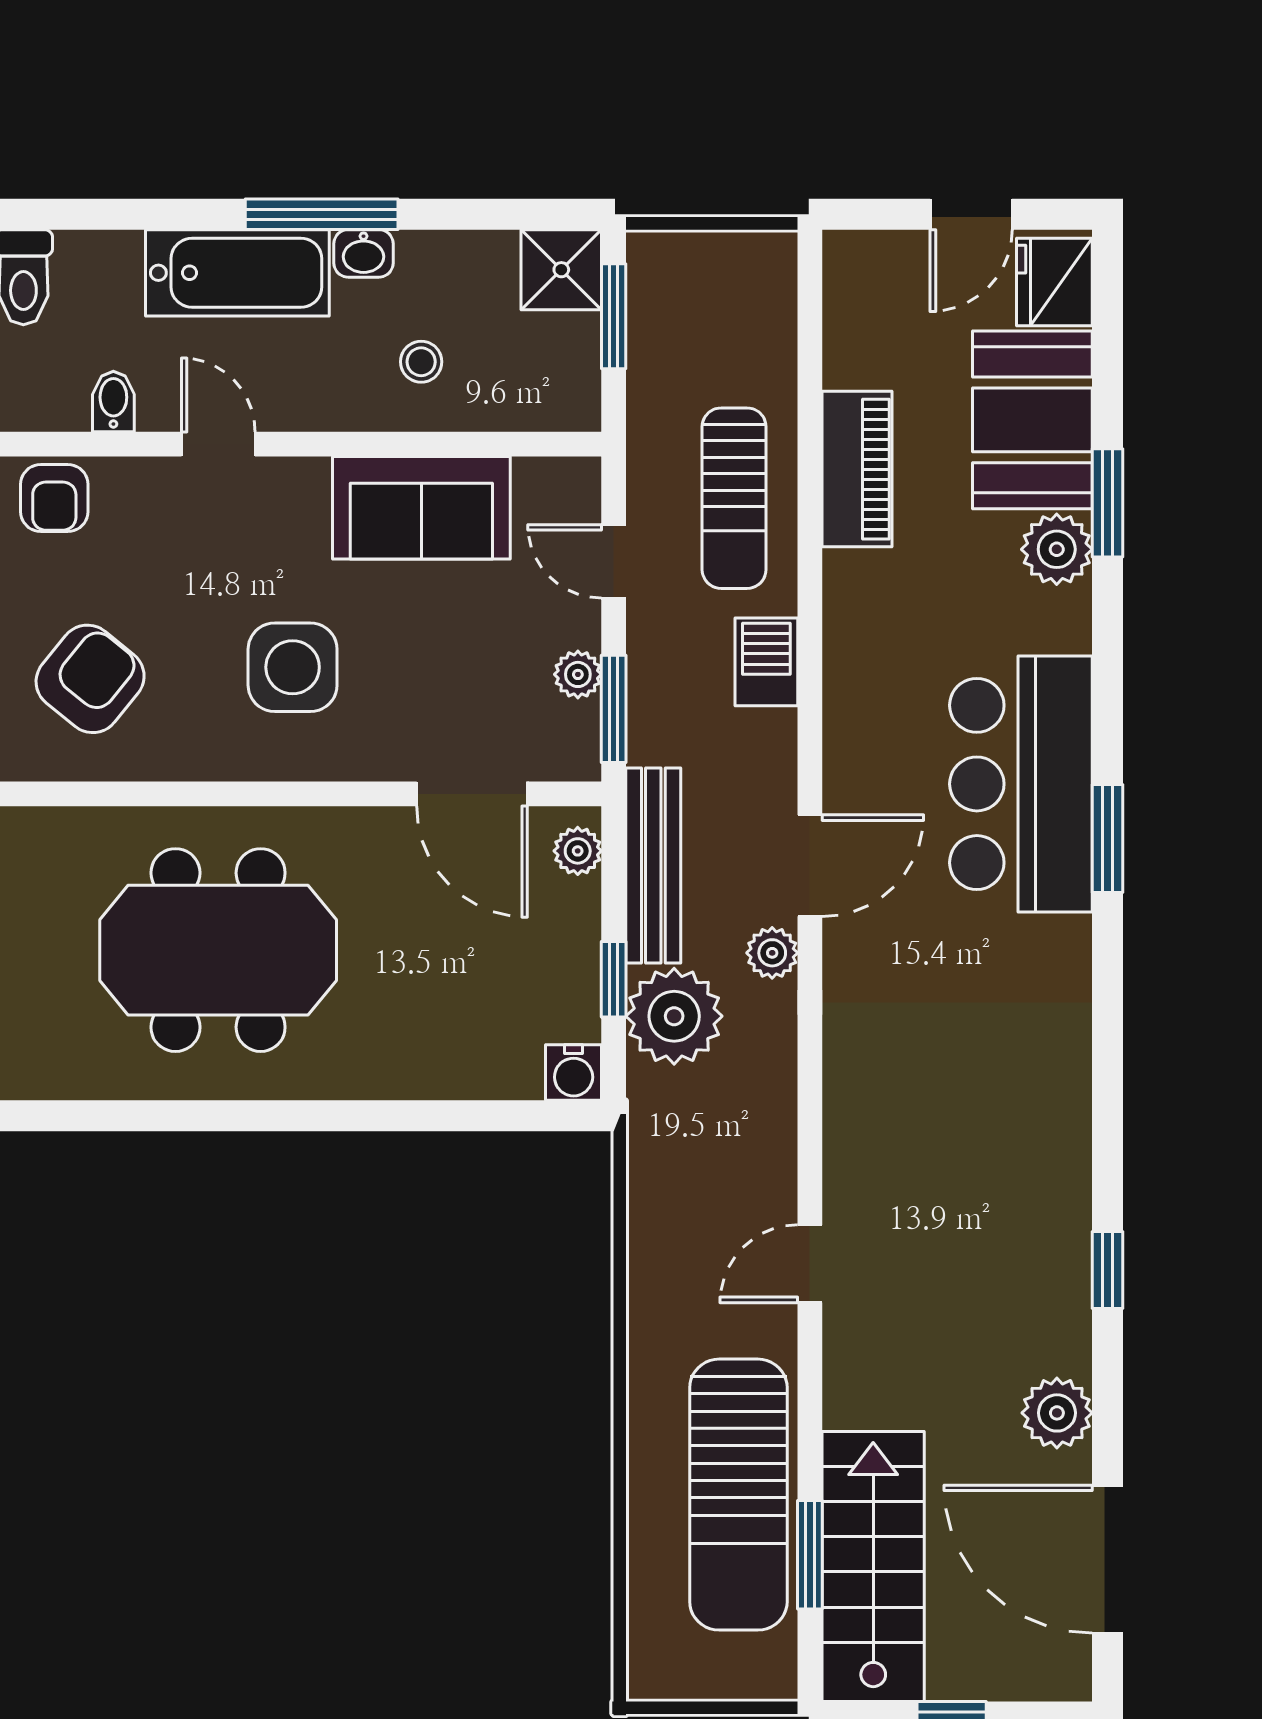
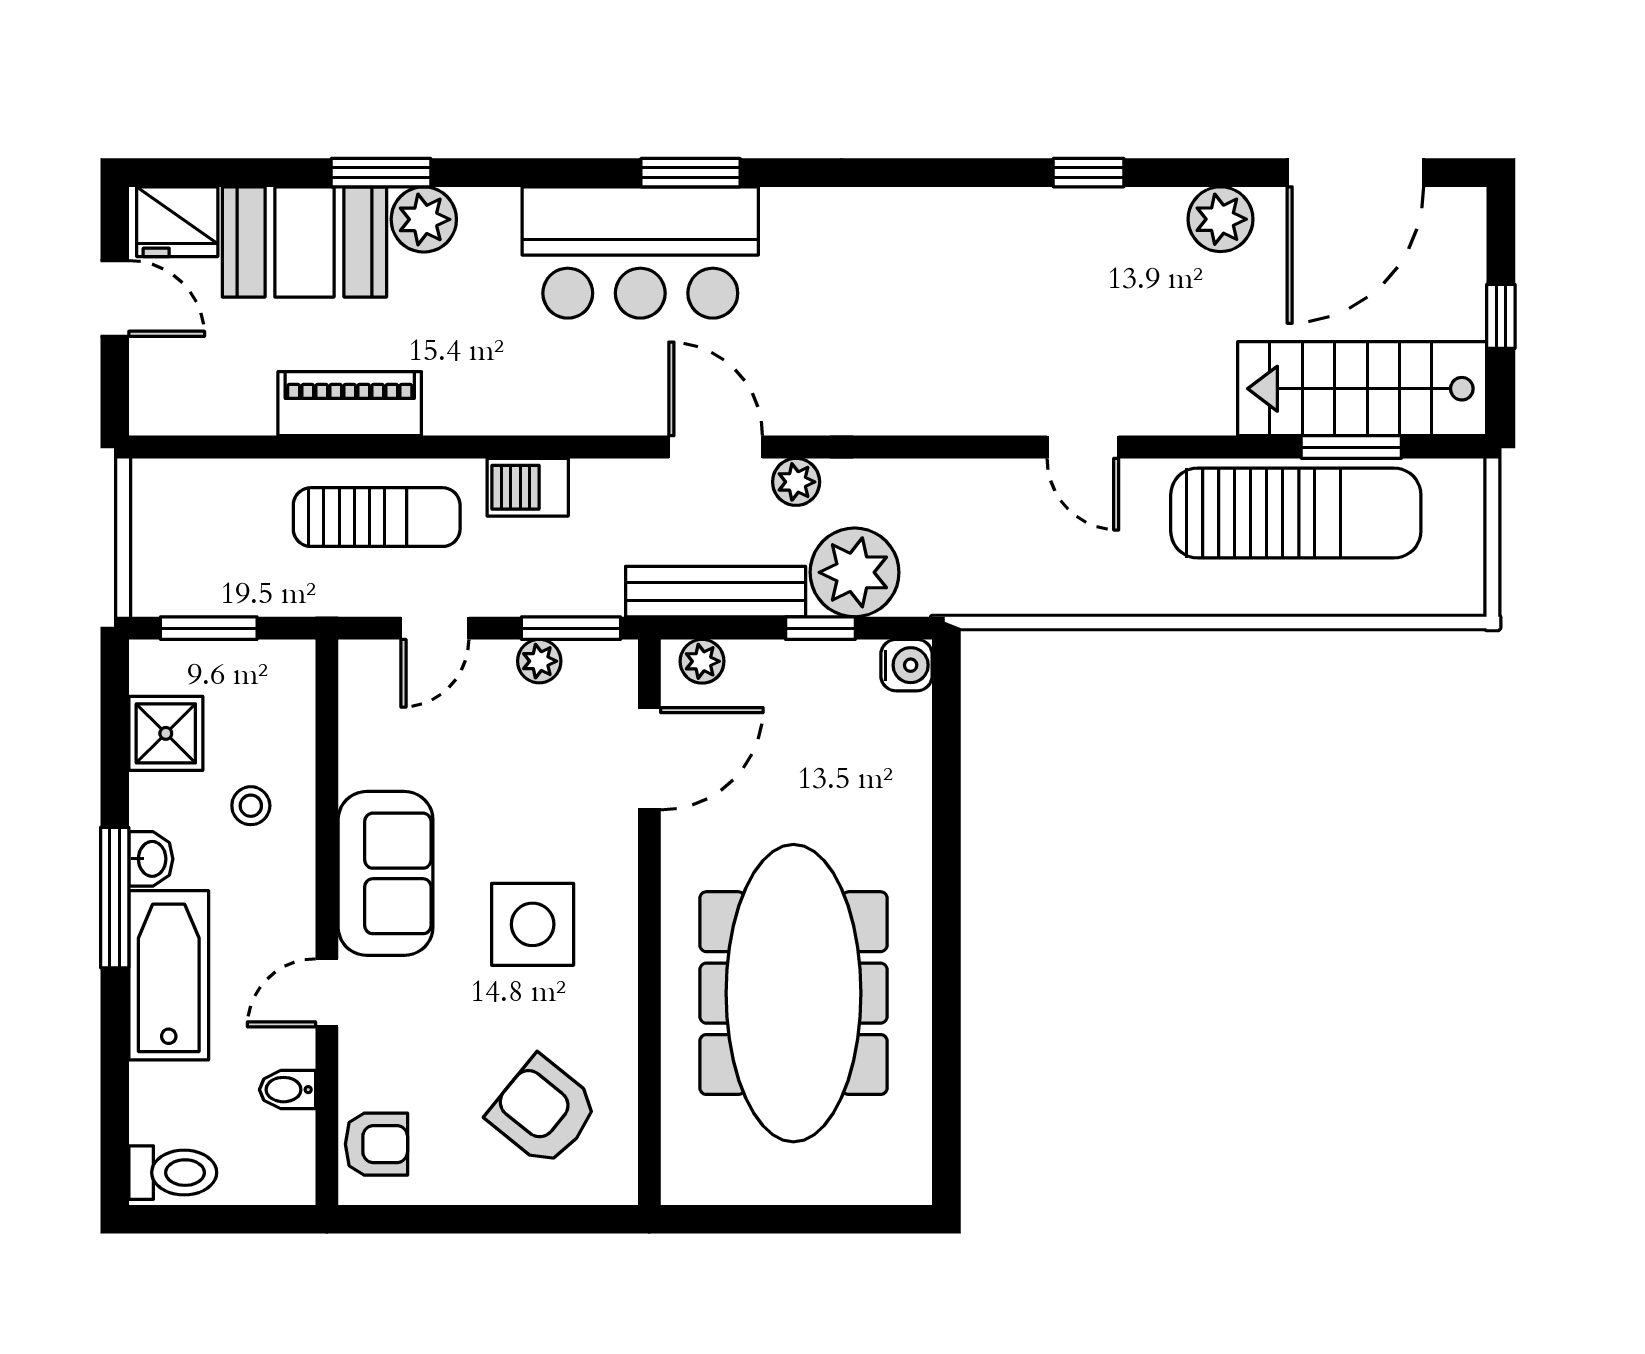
shower: (561, 270) -> (166, 733), moved
sofa: (421, 508) -> (386, 873), moved
meeting table: (218, 950) -> (793, 993), width x1.36

